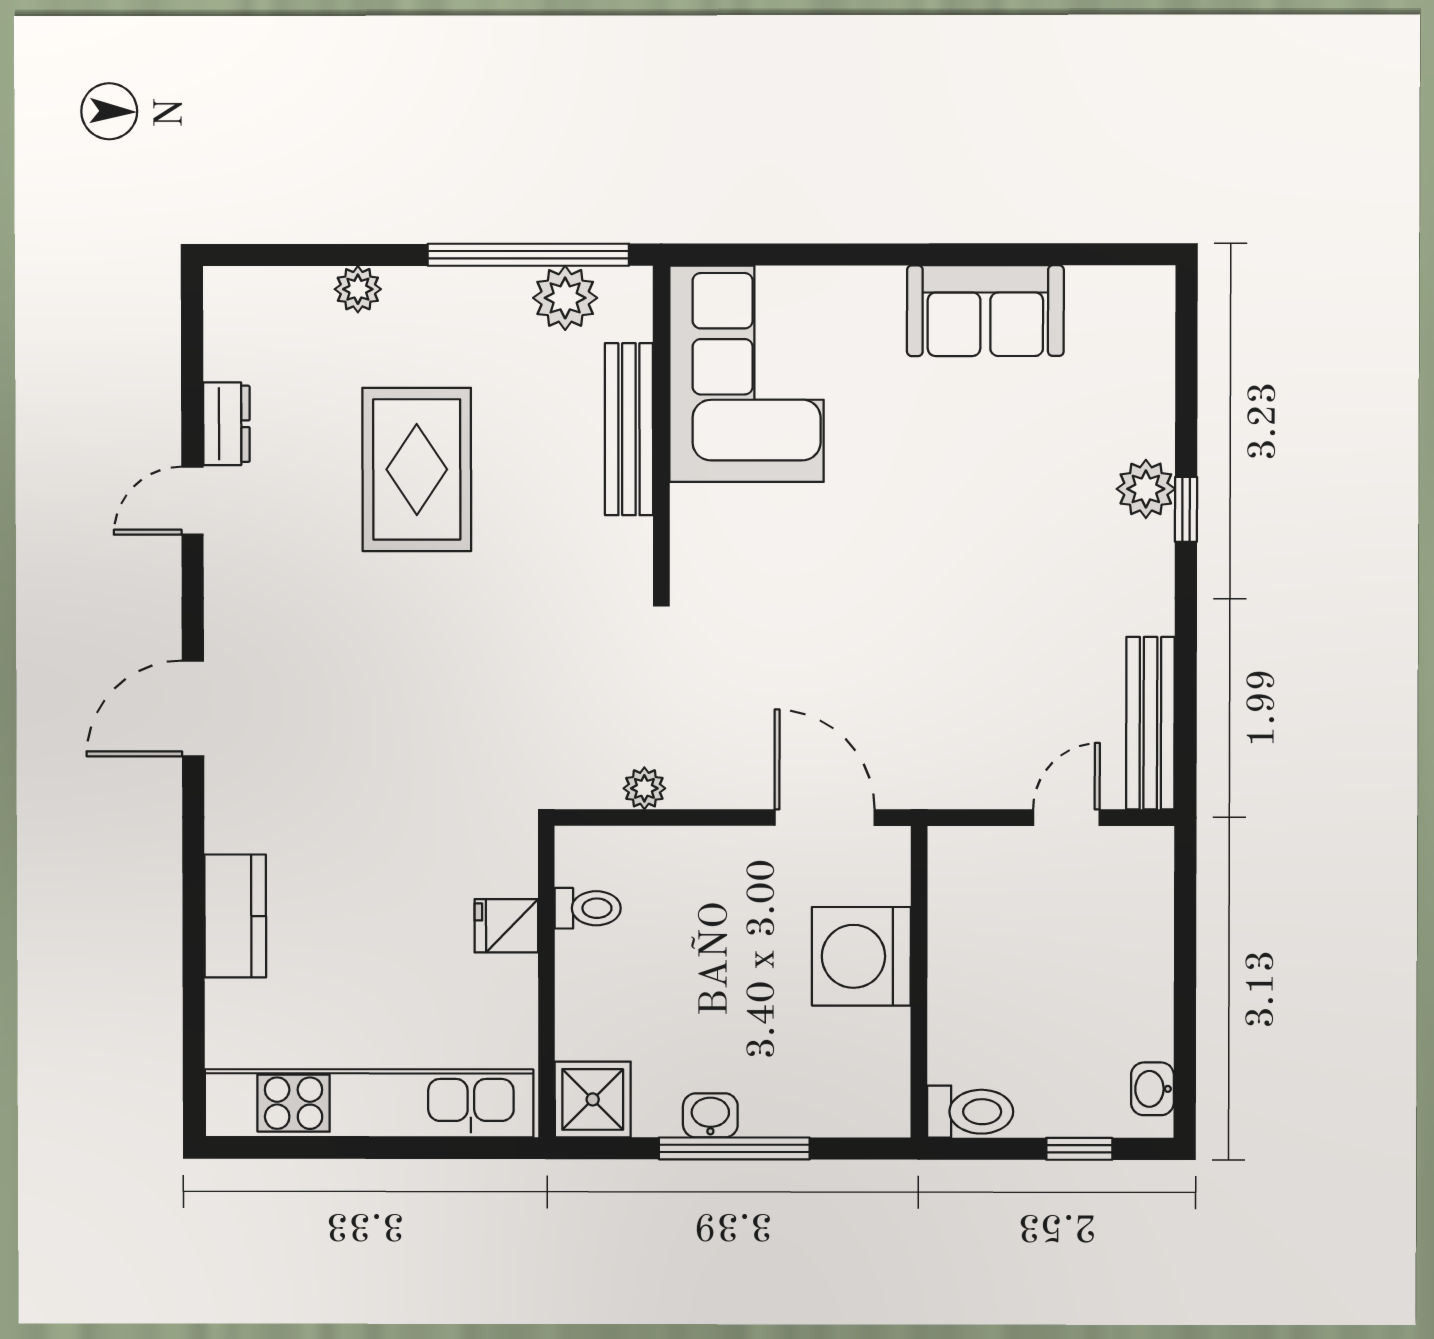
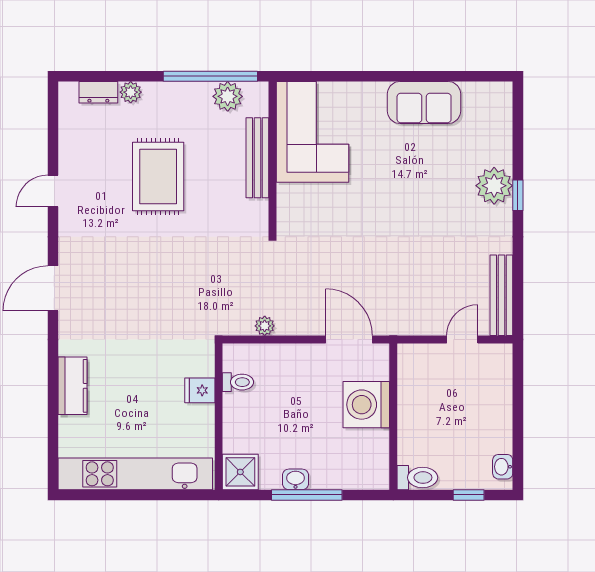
dresser: (226, 424) -> (98, 92), moved, turned 90
plant: (1146, 489) -> (494, 186), width x1.36, depth x1.36

